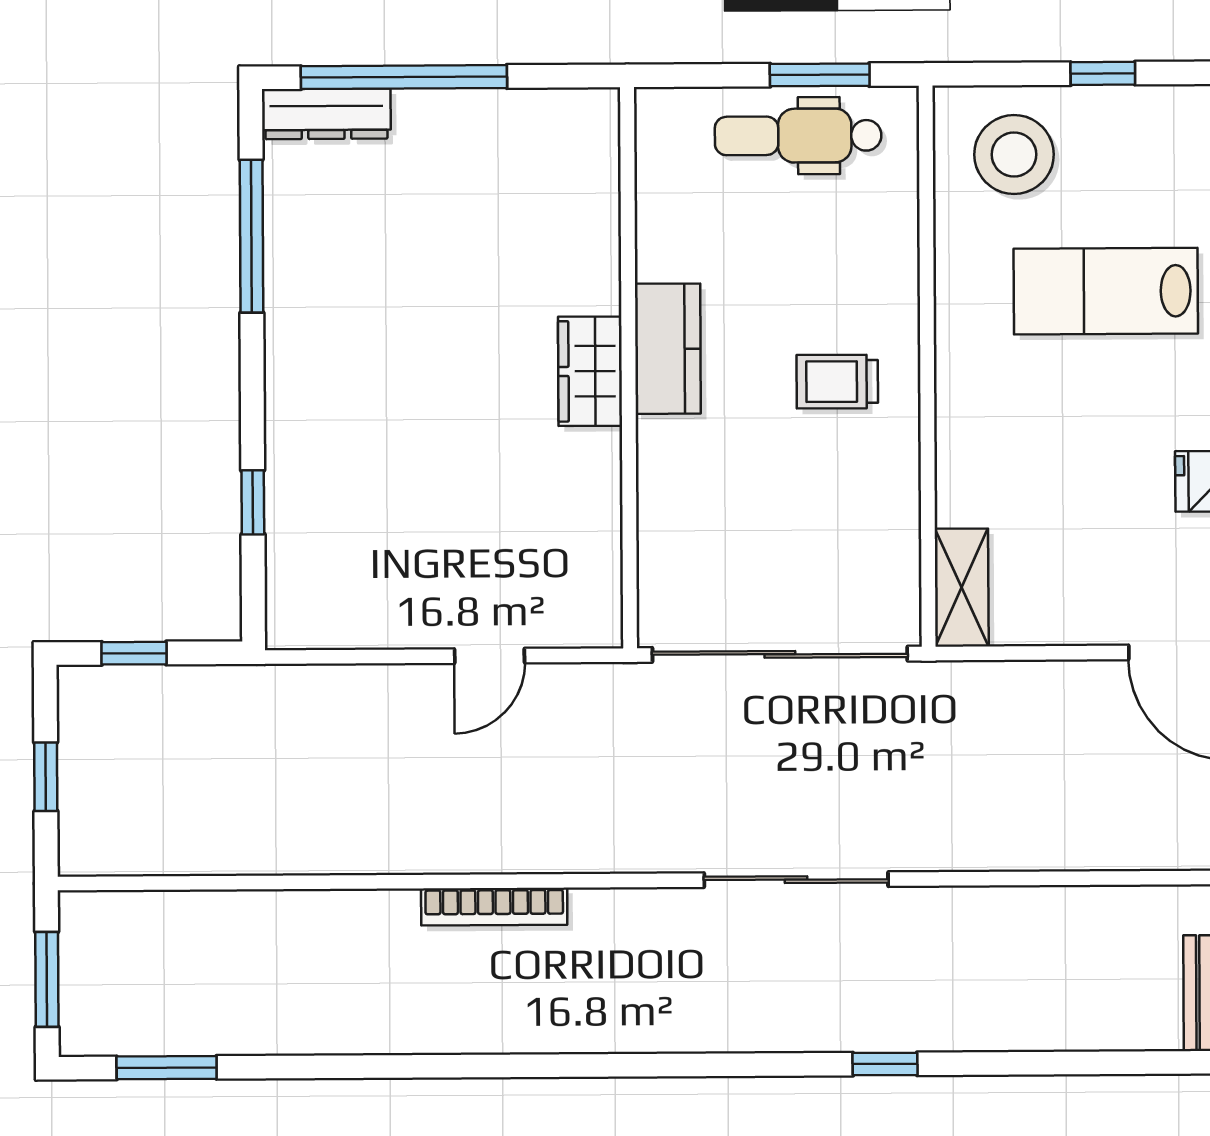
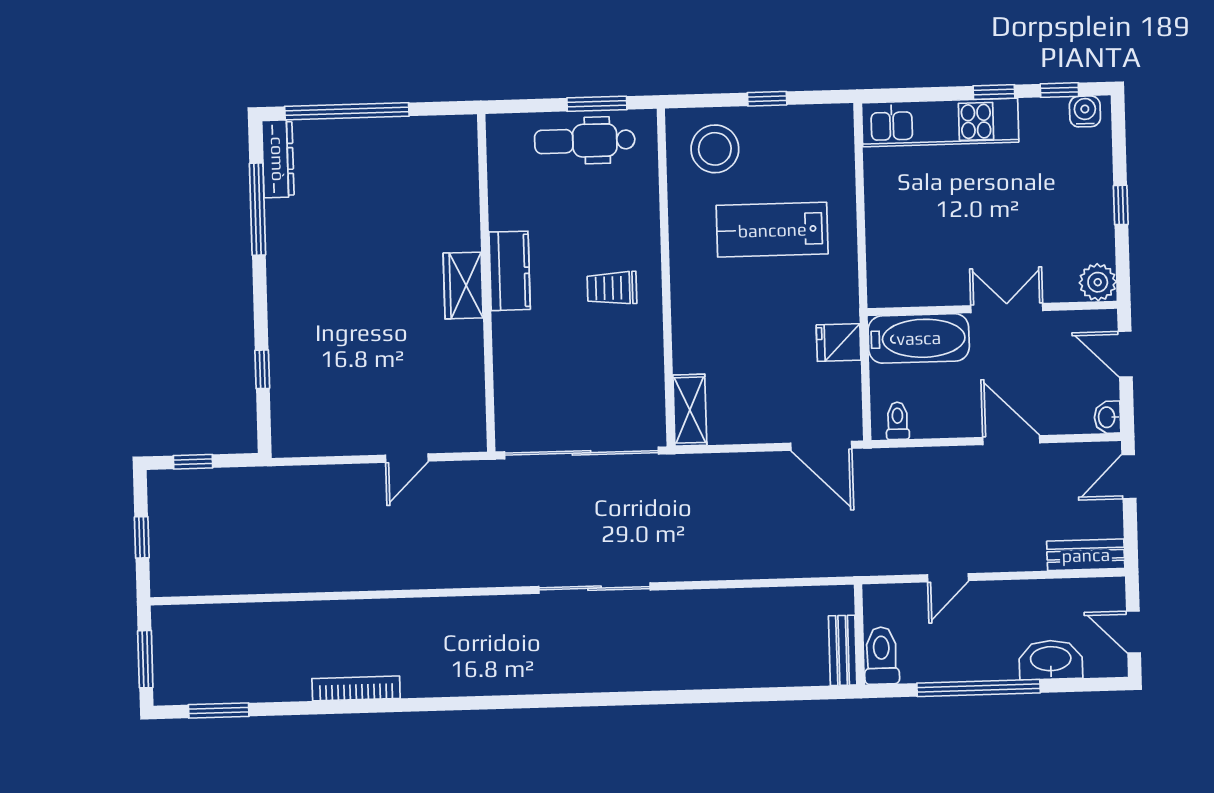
dresser: (326, 114) -> (278, 159), moved, turned -90
bookcase: (494, 907) -> (356, 688), moved, turned 180
window: (885, 1064) -> (651, 698), removed

